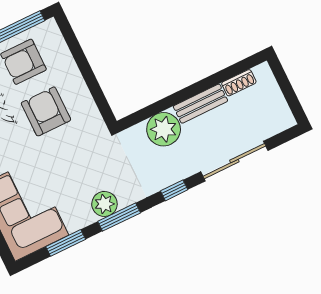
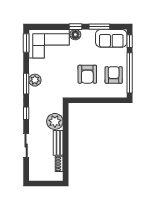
armchair: (46, 111) -> (87, 74), turned 90
sliding door: (234, 161) -> (26, 145), width x0.73
window: (66, 243) -> (26, 43), moved

